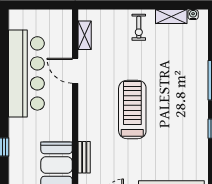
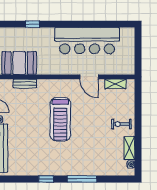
door: (75, 71) -> (89, 77), swing flipped
treadmill: (132, 109) -> (60, 119), turned 90

